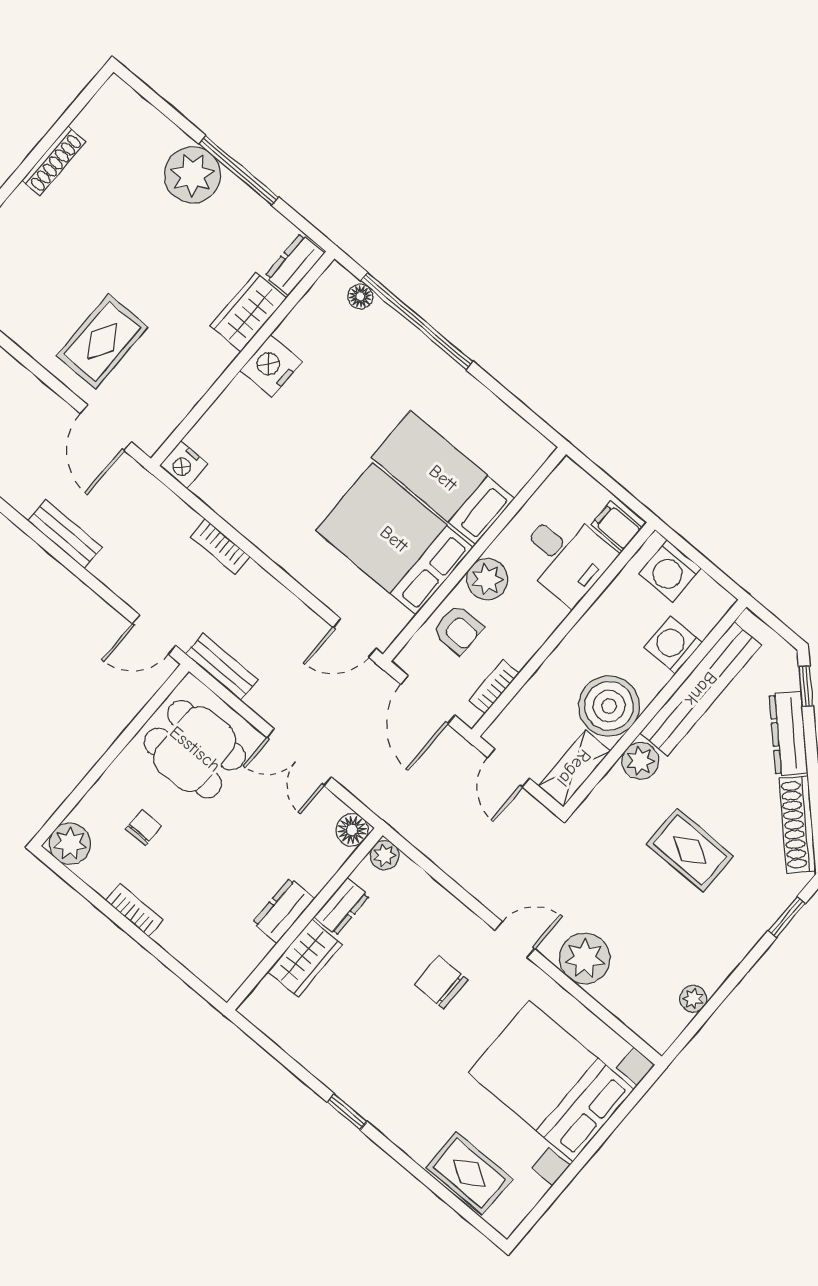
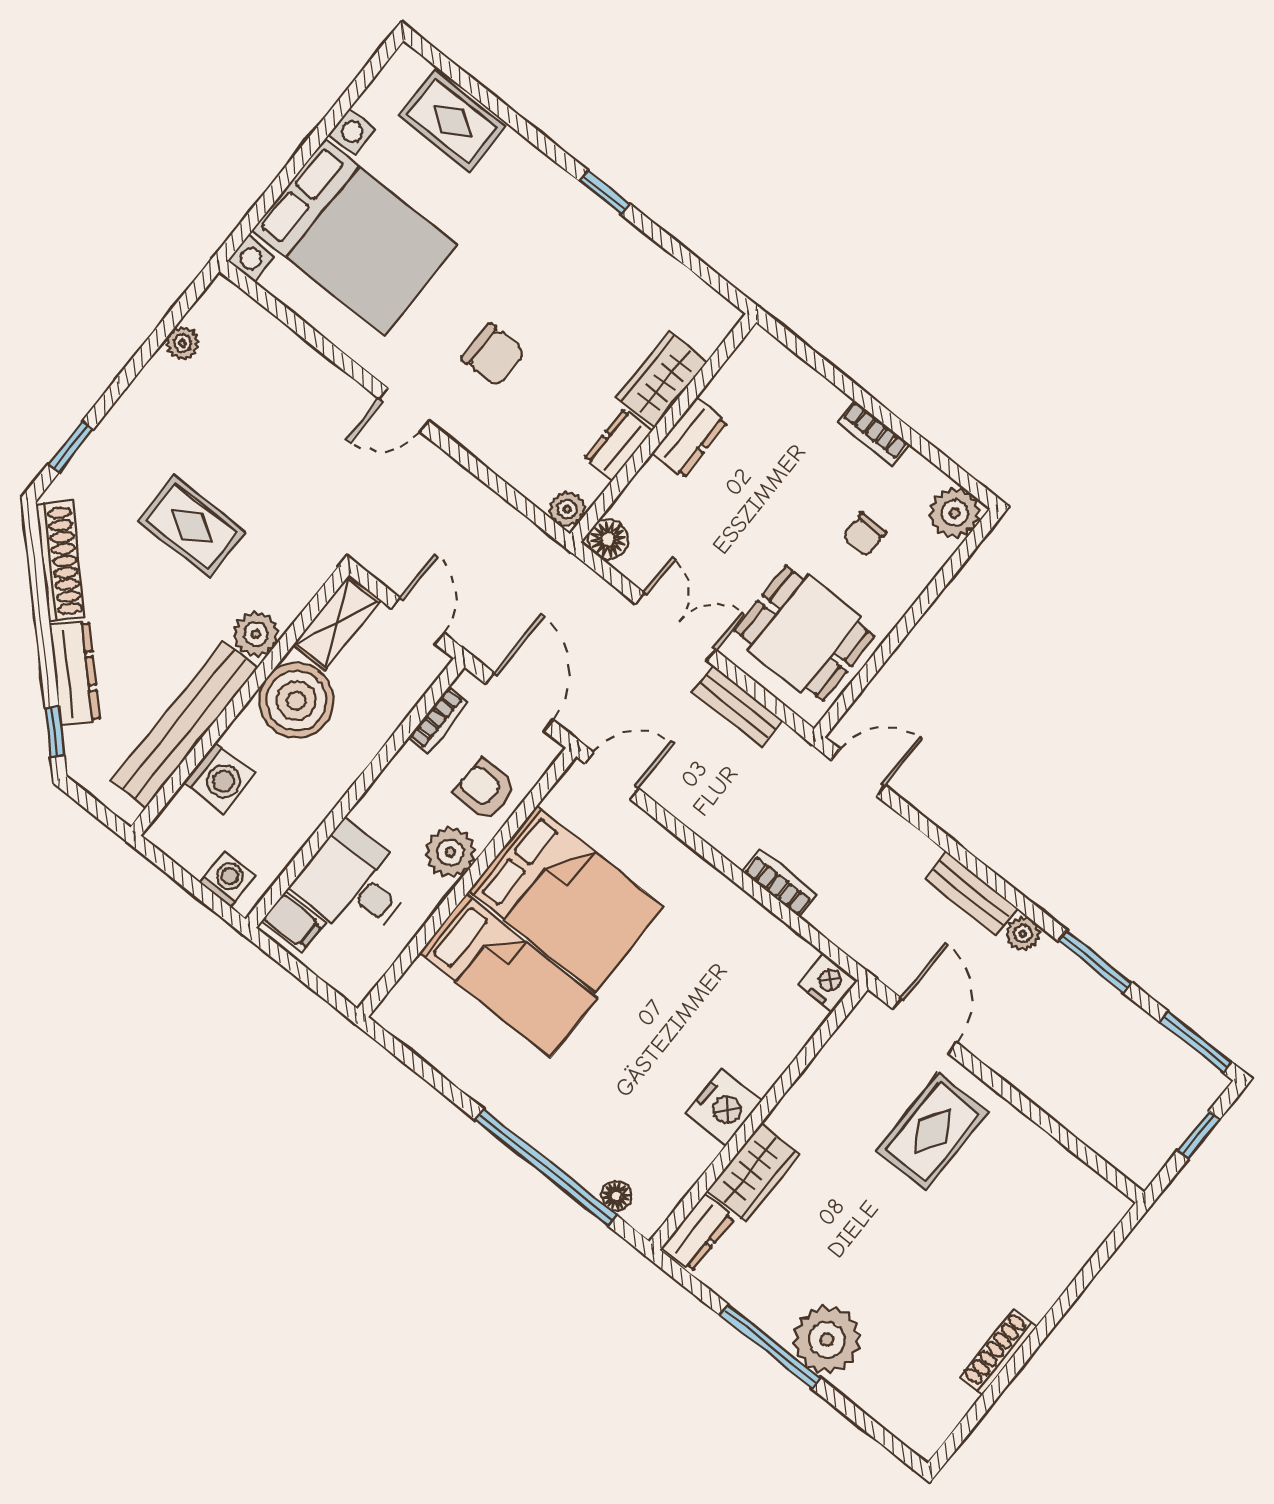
washing machine: (670, 571) -> (227, 879), width x0.73, depth x0.73
bench: (222, 667) -> (737, 706), moved
plant: (585, 958) -> (1023, 934), moved, width x0.53, depth x0.53

